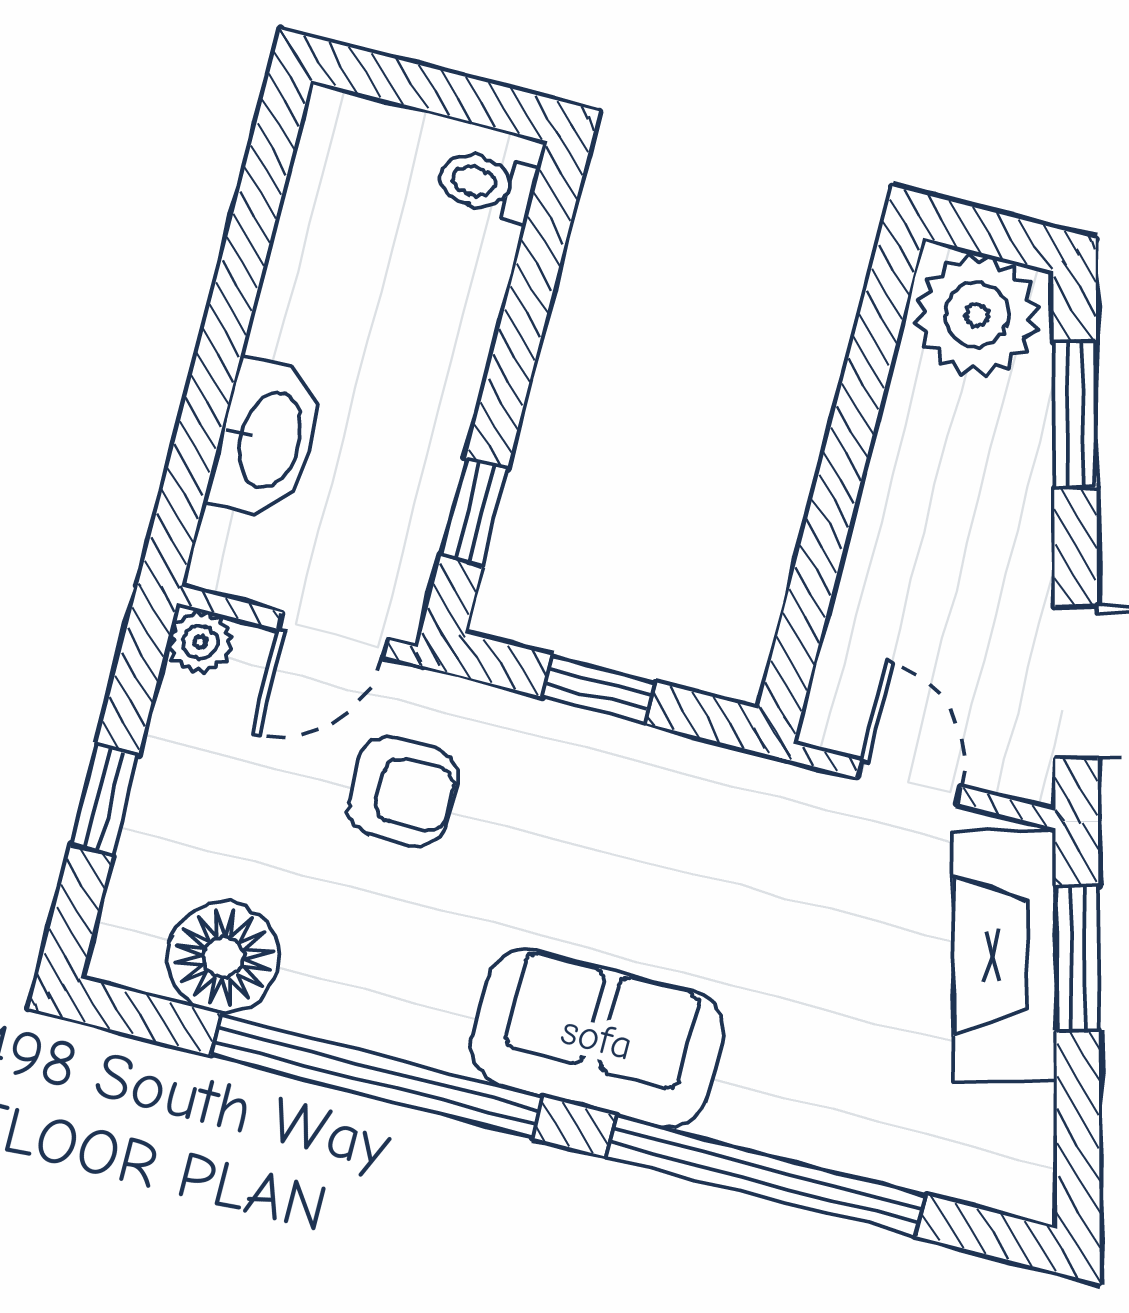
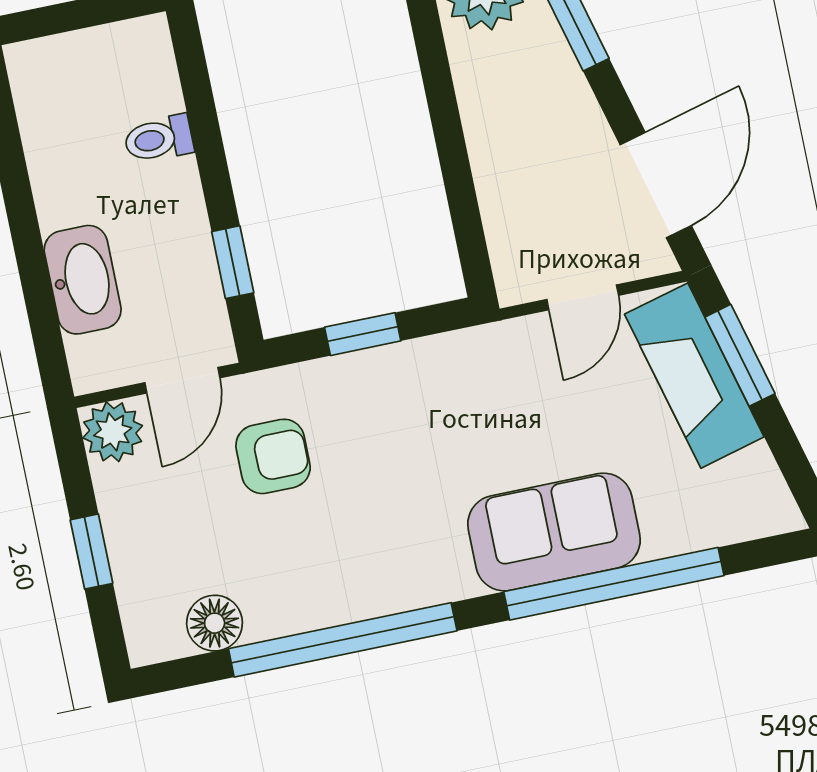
toilet: (487, 184) -> (159, 139), moved
plant: (200, 642) -> (113, 432), width x1.38, depth x1.38
door: (909, 782) -> (583, 297), swing flipped
floor lamp: (223, 957) -> (215, 623), width x0.73, depth x0.73
sofa: (597, 1038) -> (554, 532), moved

